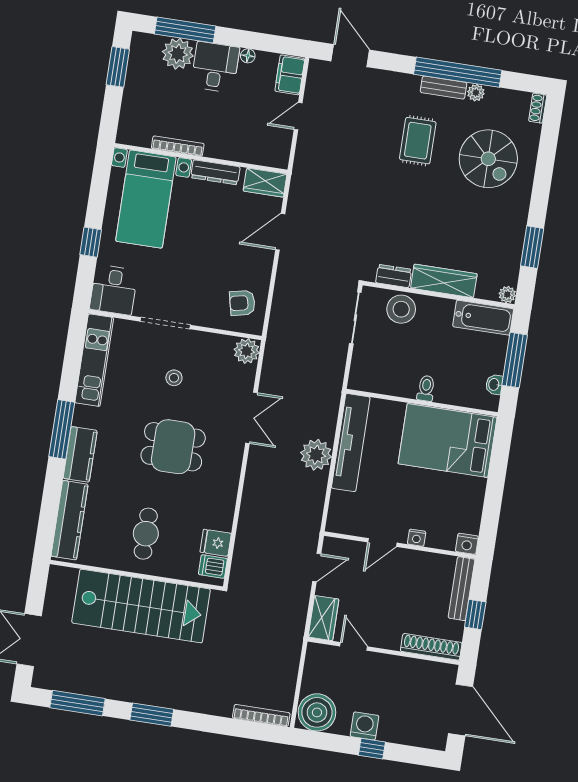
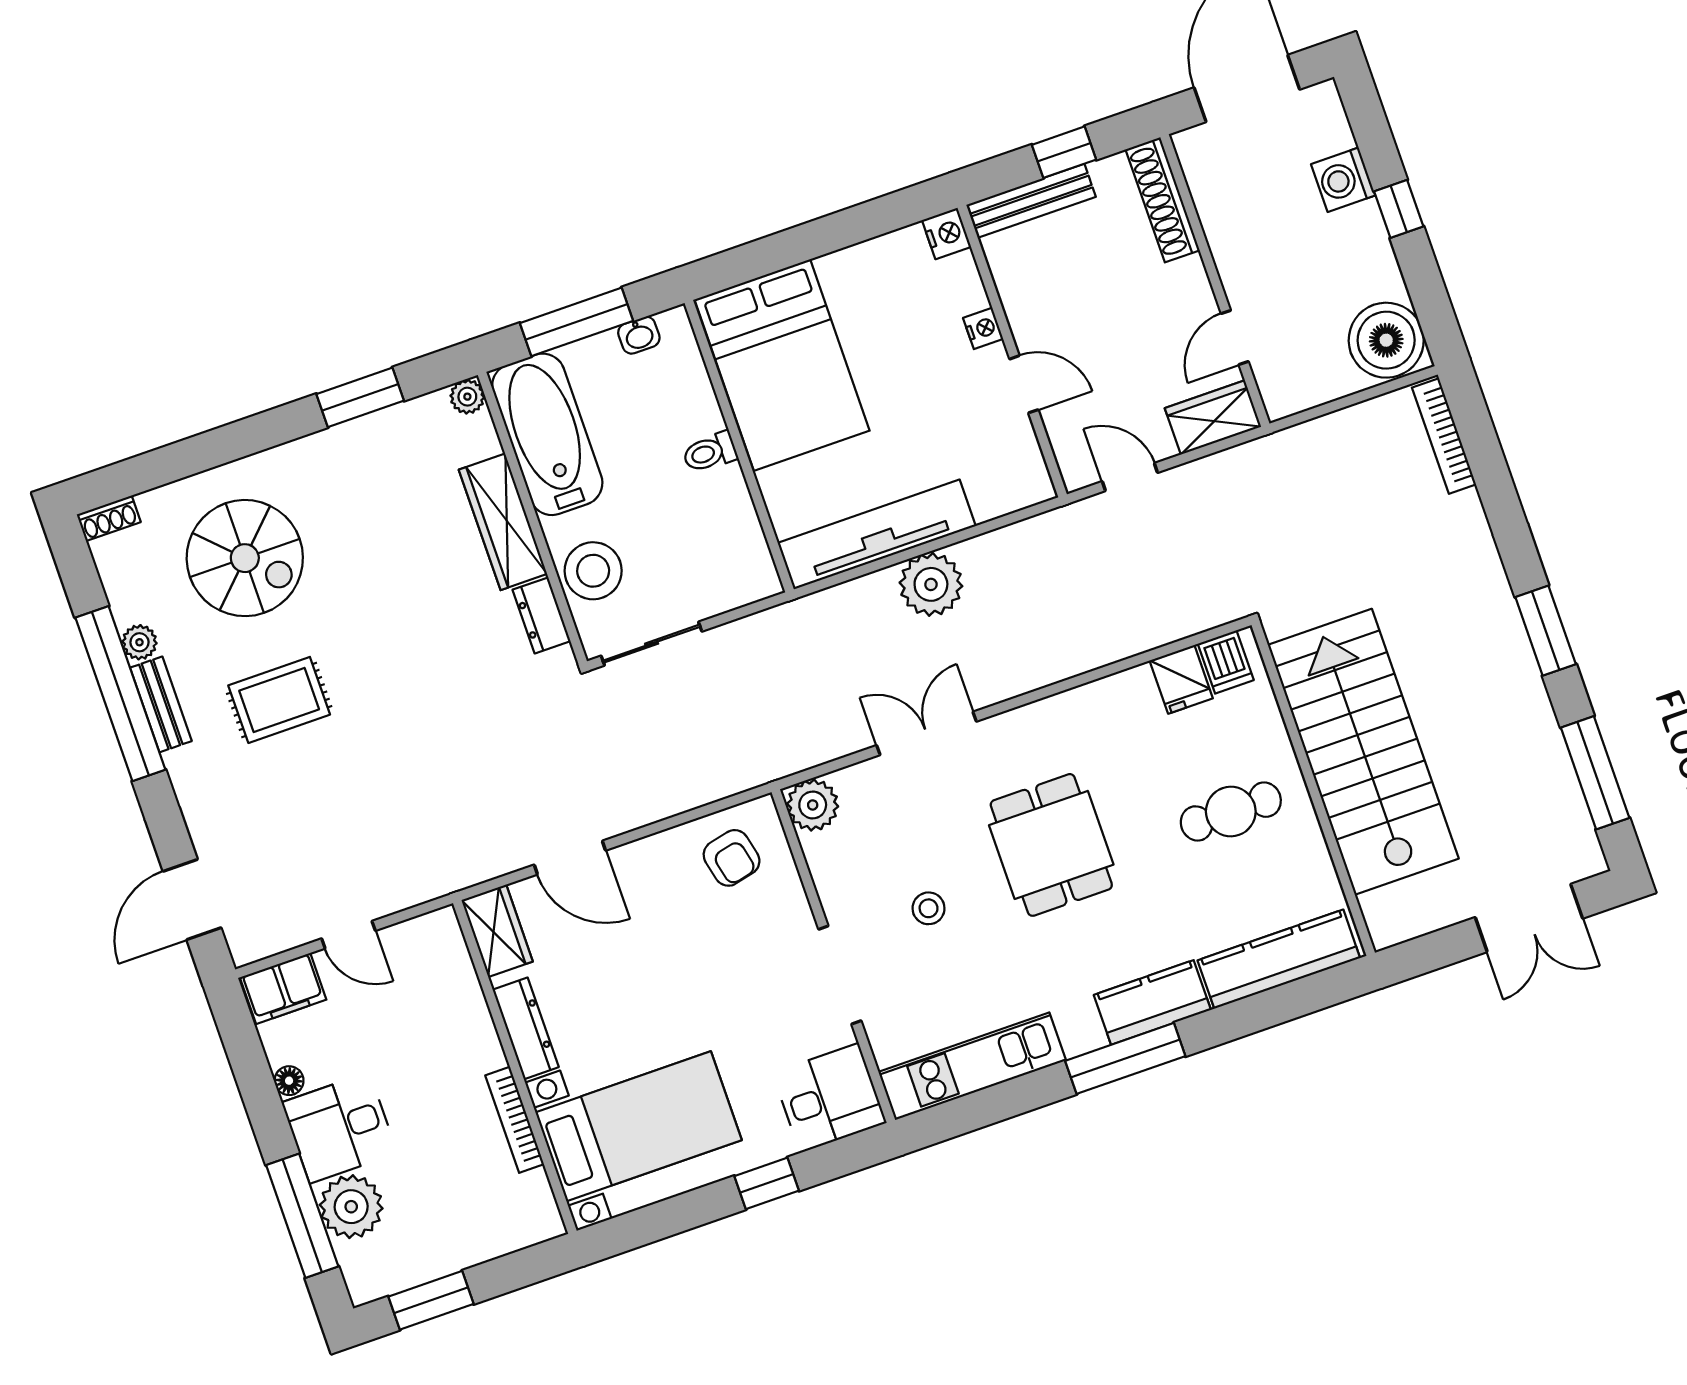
spiral stairs: (488, 159) -> (245, 558), turned 90
bathtub: (483, 318) -> (547, 434), width x1.36, depth x1.36
washing machine: (365, 726) -> (1343, 180), moved

